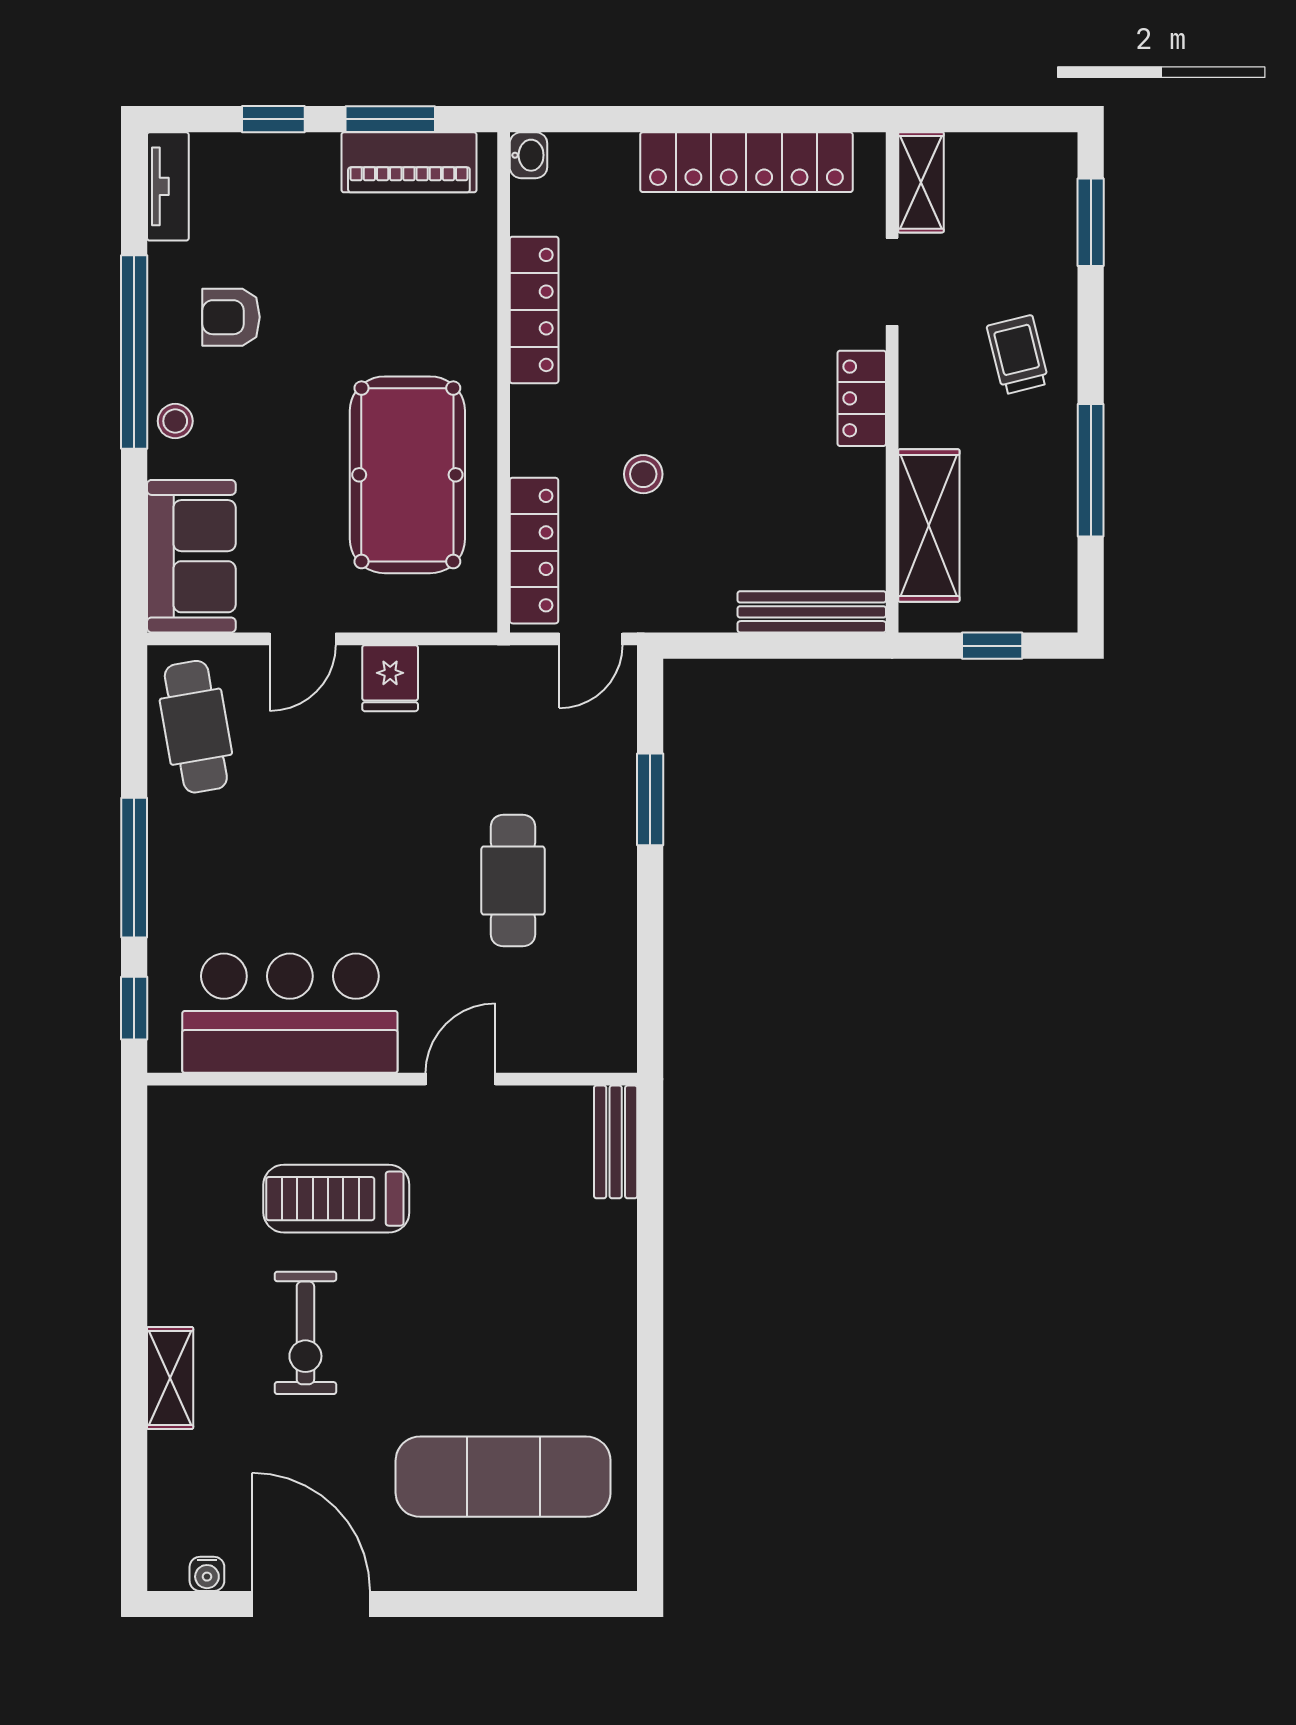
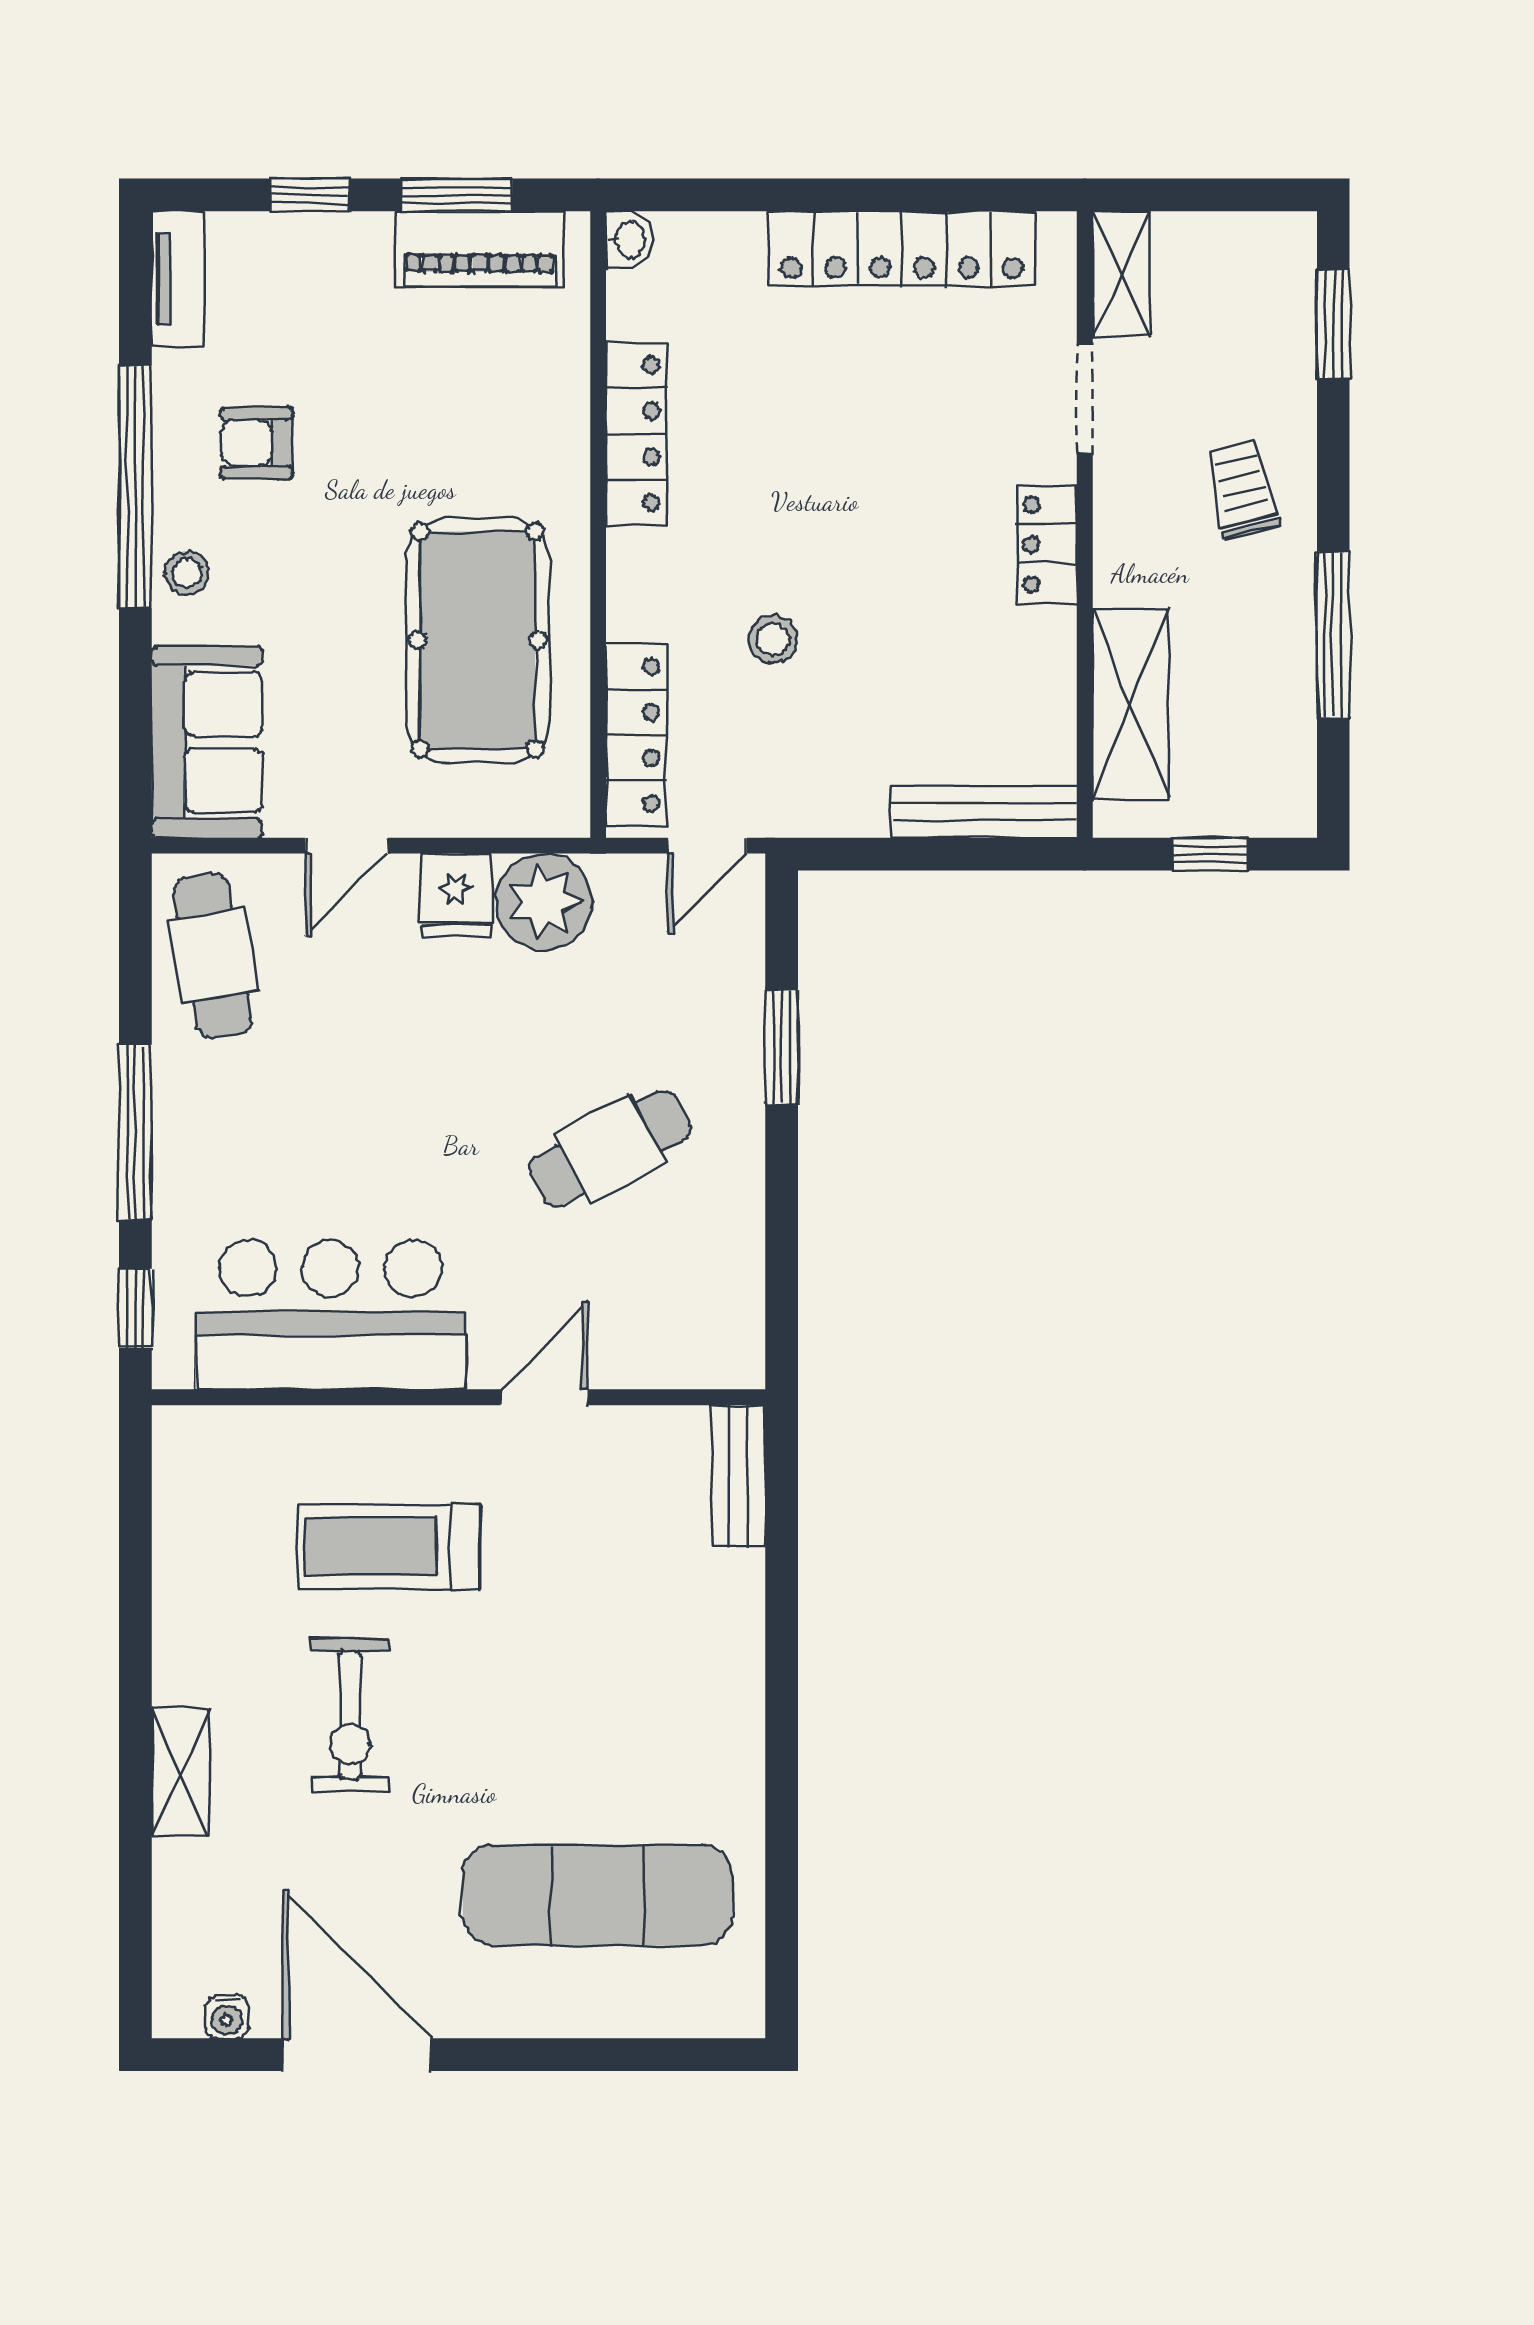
plant: (460, 684) -> (544, 902), added
cafe table: (513, 881) -> (610, 1148), turned 62

